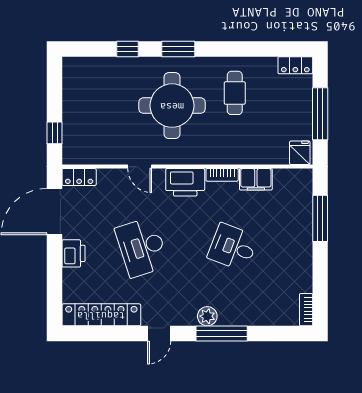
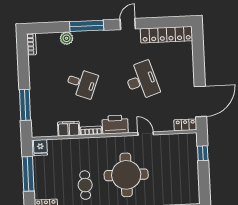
printer: (74, 253) -> (187, 74), removed
plant: (207, 316) -> (67, 38), moved

